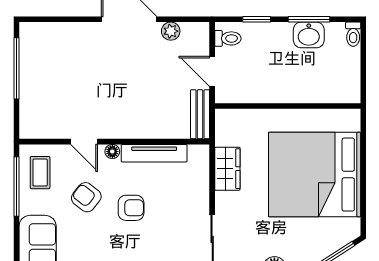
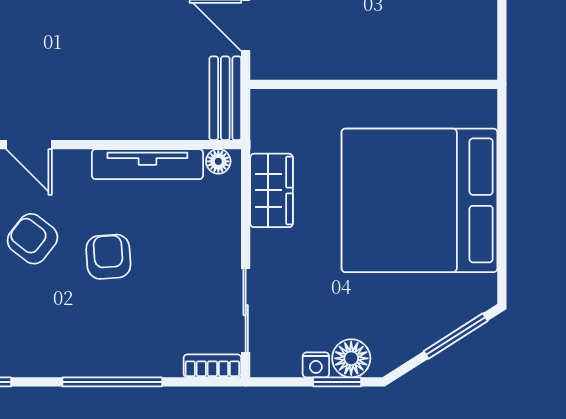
floor lamp: (112, 152) -> (218, 161), moved
armchair: (131, 208) -> (108, 257), turned -94

